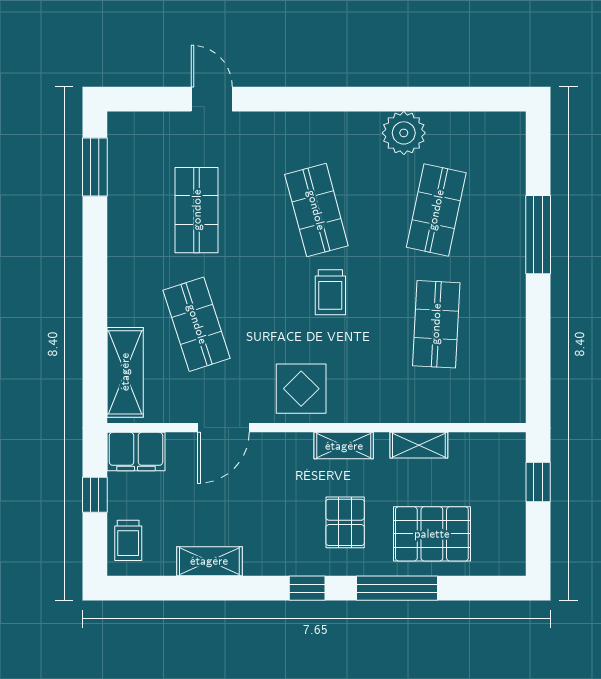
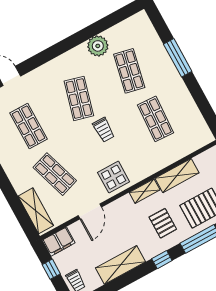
shop shelf: (316, 210) -> (79, 98), turned 30
shelving: (419, 445) -> (177, 176), width x1.50, depth x1.33
shelving: (209, 561) -> (120, 265), width x1.50, depth x1.33

